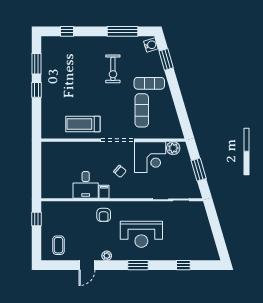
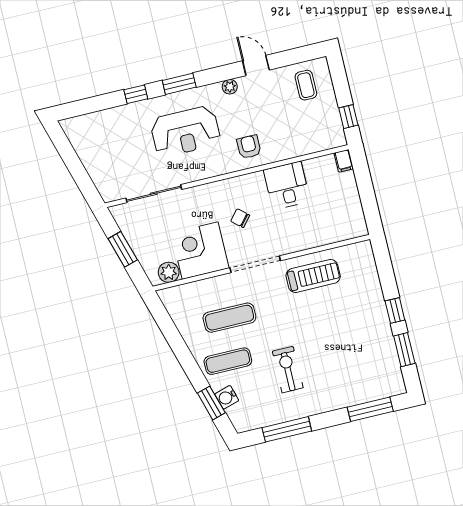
window: (67, 31) -> (370, 409), width x2.17
water cooler: (151, 45) -> (227, 397), moved
exercise mat: (142, 110) -> (229, 318), turned 90
filing cabinet: (104, 192) -> (344, 161), moved
reception desk: (141, 234) -> (185, 132), turned 180
door: (87, 265) -> (256, 65), hinge flipped
window: (183, 265) -> (136, 94), moved

